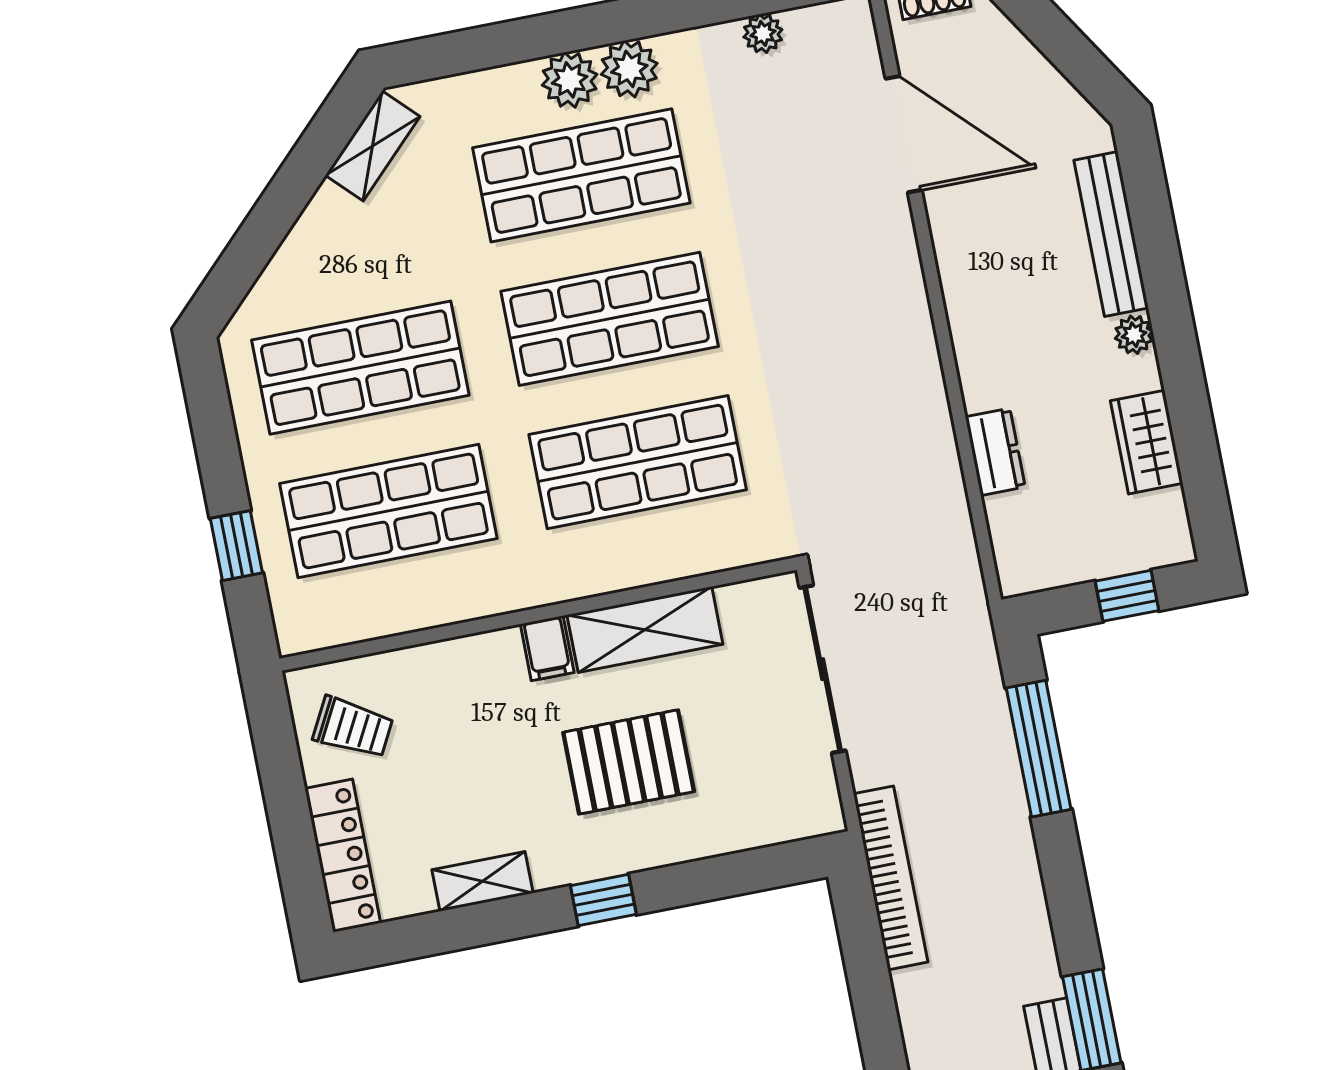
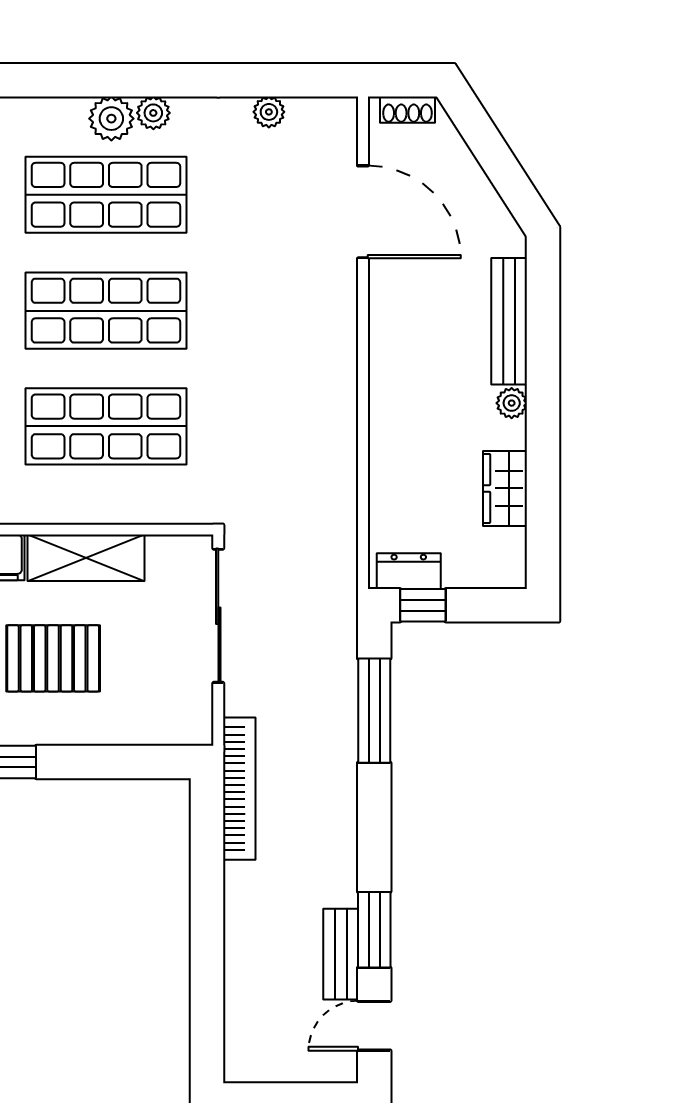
plant: (629, 69) -> (153, 113), width x0.73, depth x0.73
dresser: (995, 452) -> (409, 571), moved, turned -90
window: (1127, 596) -> (423, 605), moved

